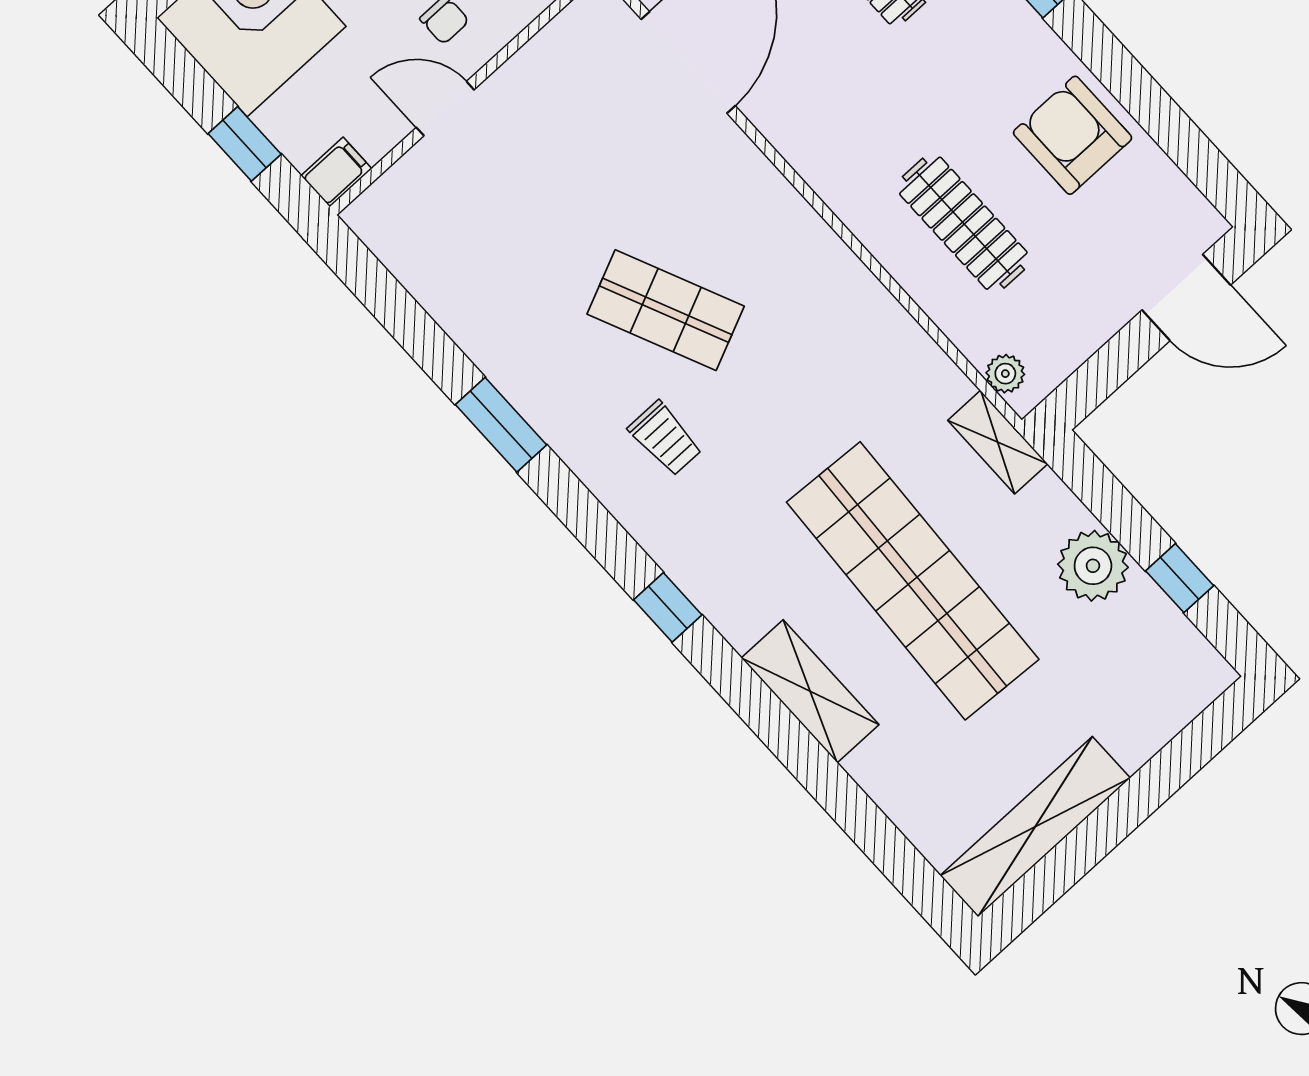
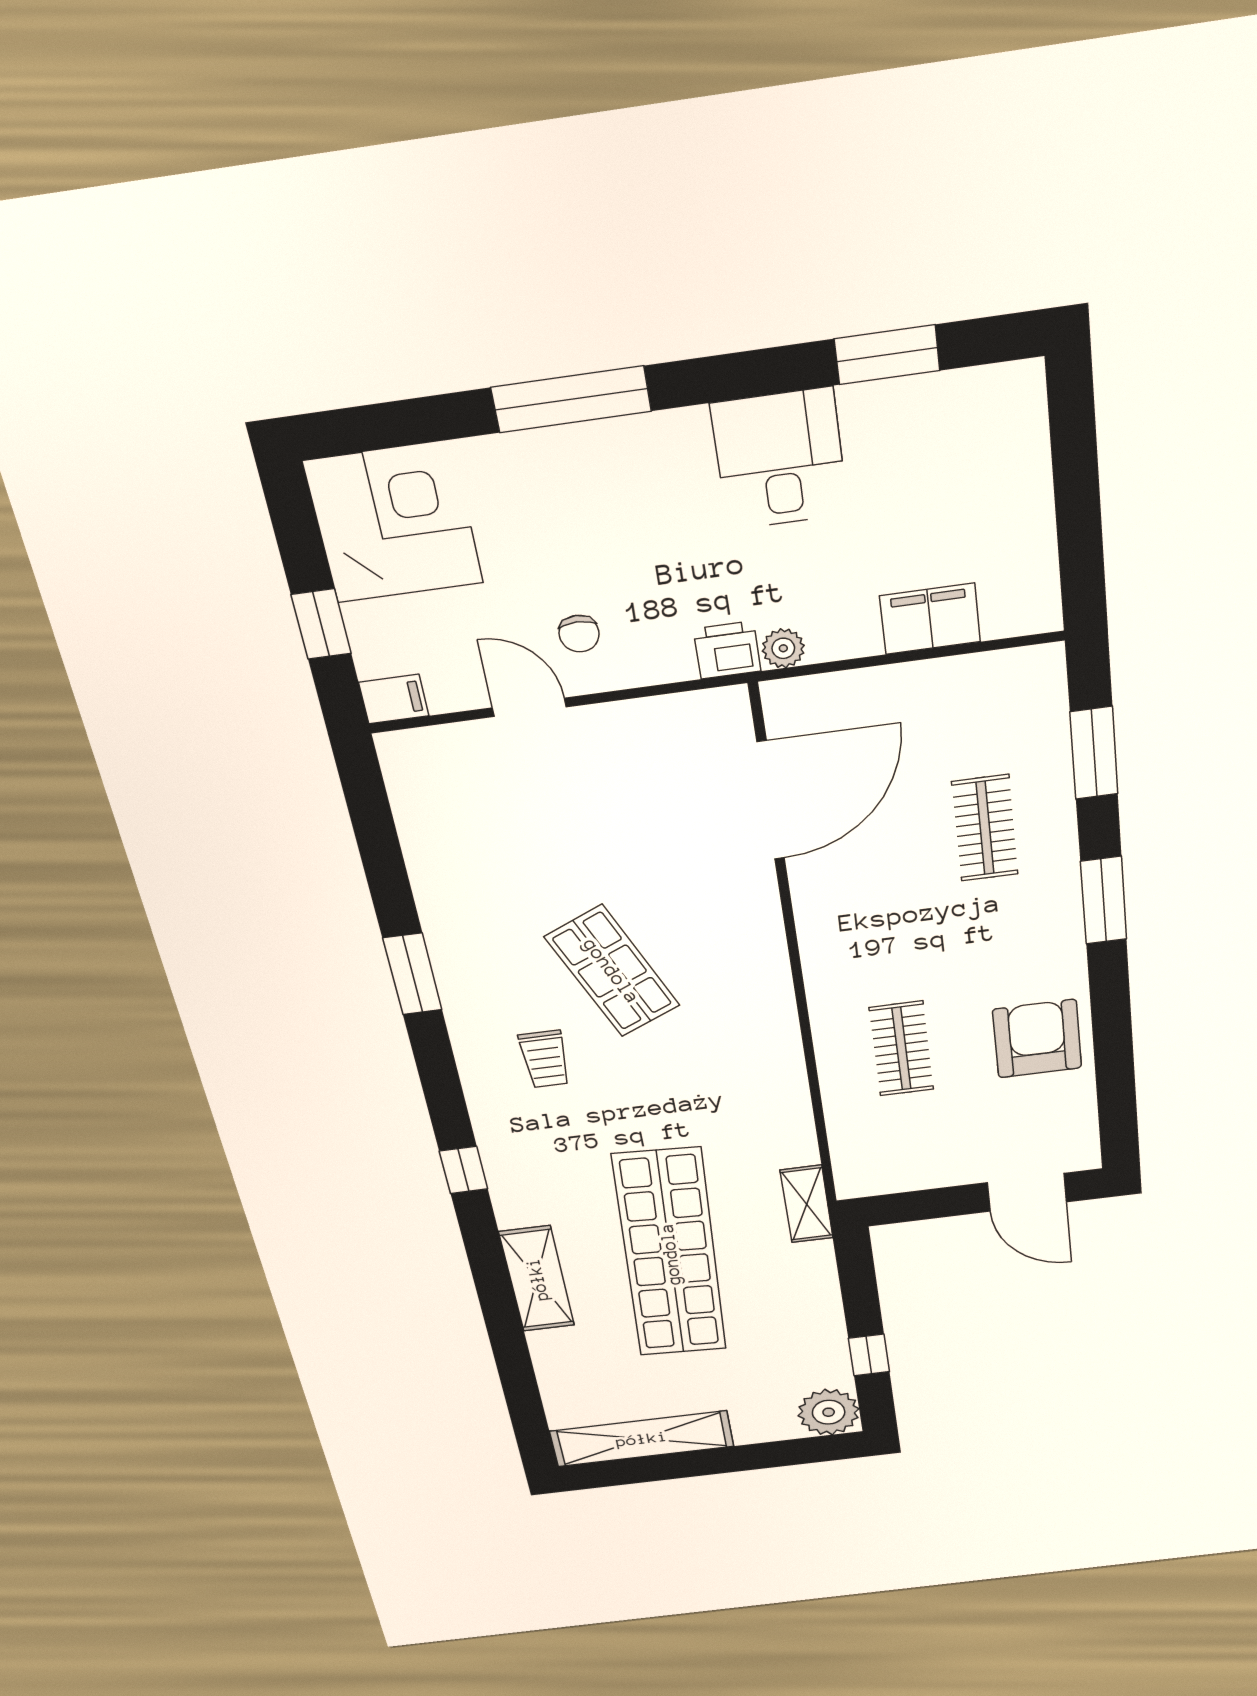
clothes rail: (963, 223) -> (901, 1049), width x0.73
plant: (1005, 374) -> (849, 1165), removed
plant: (1093, 566) -> (829, 1412), moved

